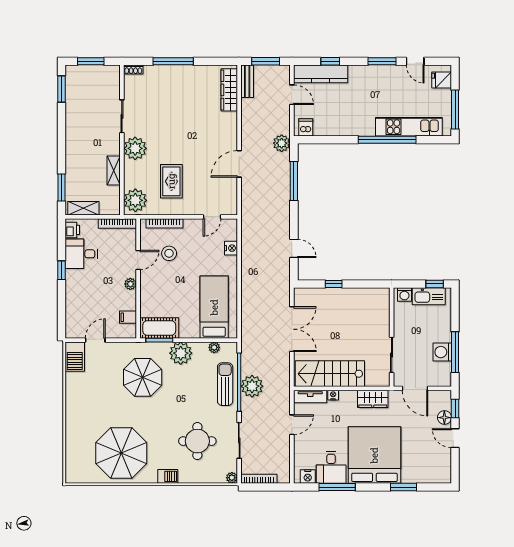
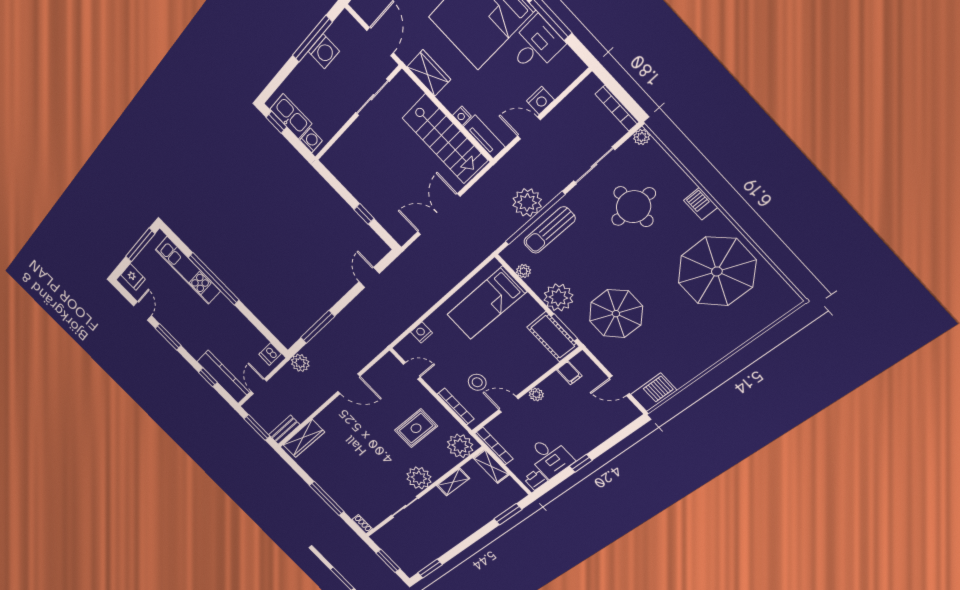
shelving: (83, 208) -> (491, 466), moved
nightstand: (308, 477) -> (540, 100), moved, turned 90

